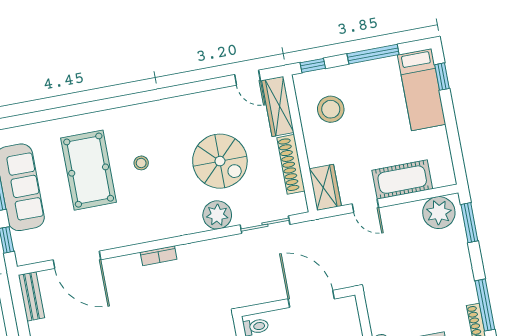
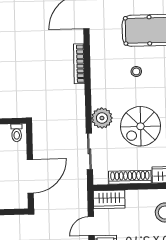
stool: (141, 163) -> (136, 71), moved
bookcase: (159, 256) -> (79, 64), width x1.56

